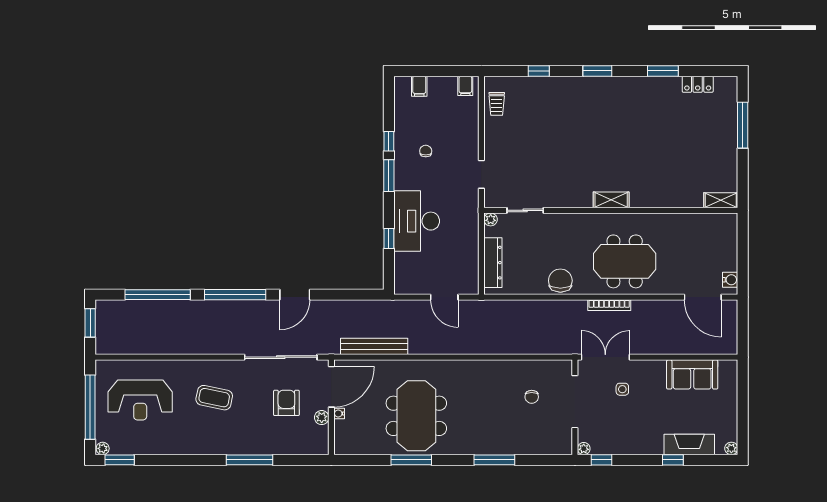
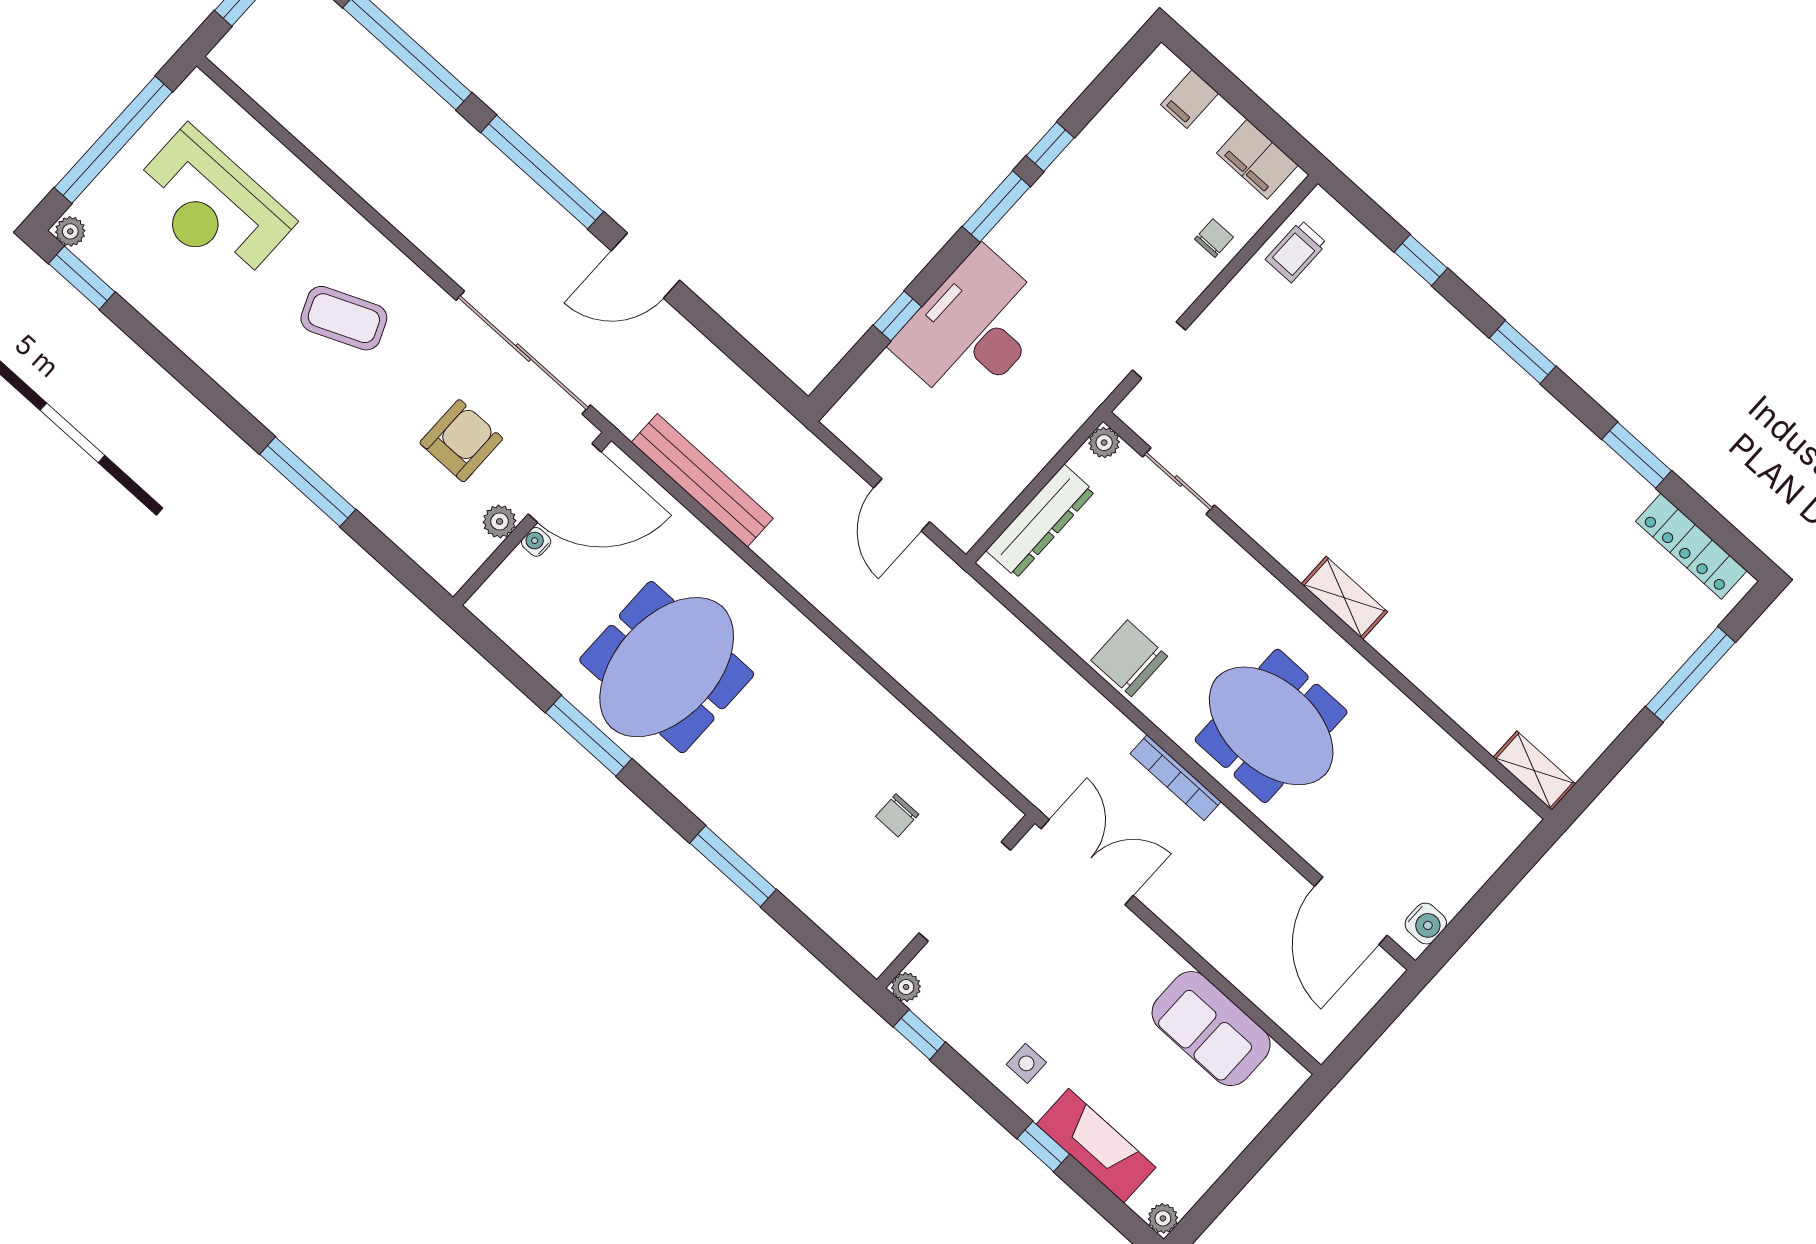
locker: (698, 84) -> (1691, 546), width x1.53
filing cabinet: (465, 86) -> (1257, 159), width x2.00
chair: (426, 151) -> (1214, 238), moved
chair: (560, 281) -> (1129, 658), turned -90
side table: (622, 389) -> (1026, 1063), moved
coffee table: (214, 398) -> (344, 318), turned -35

